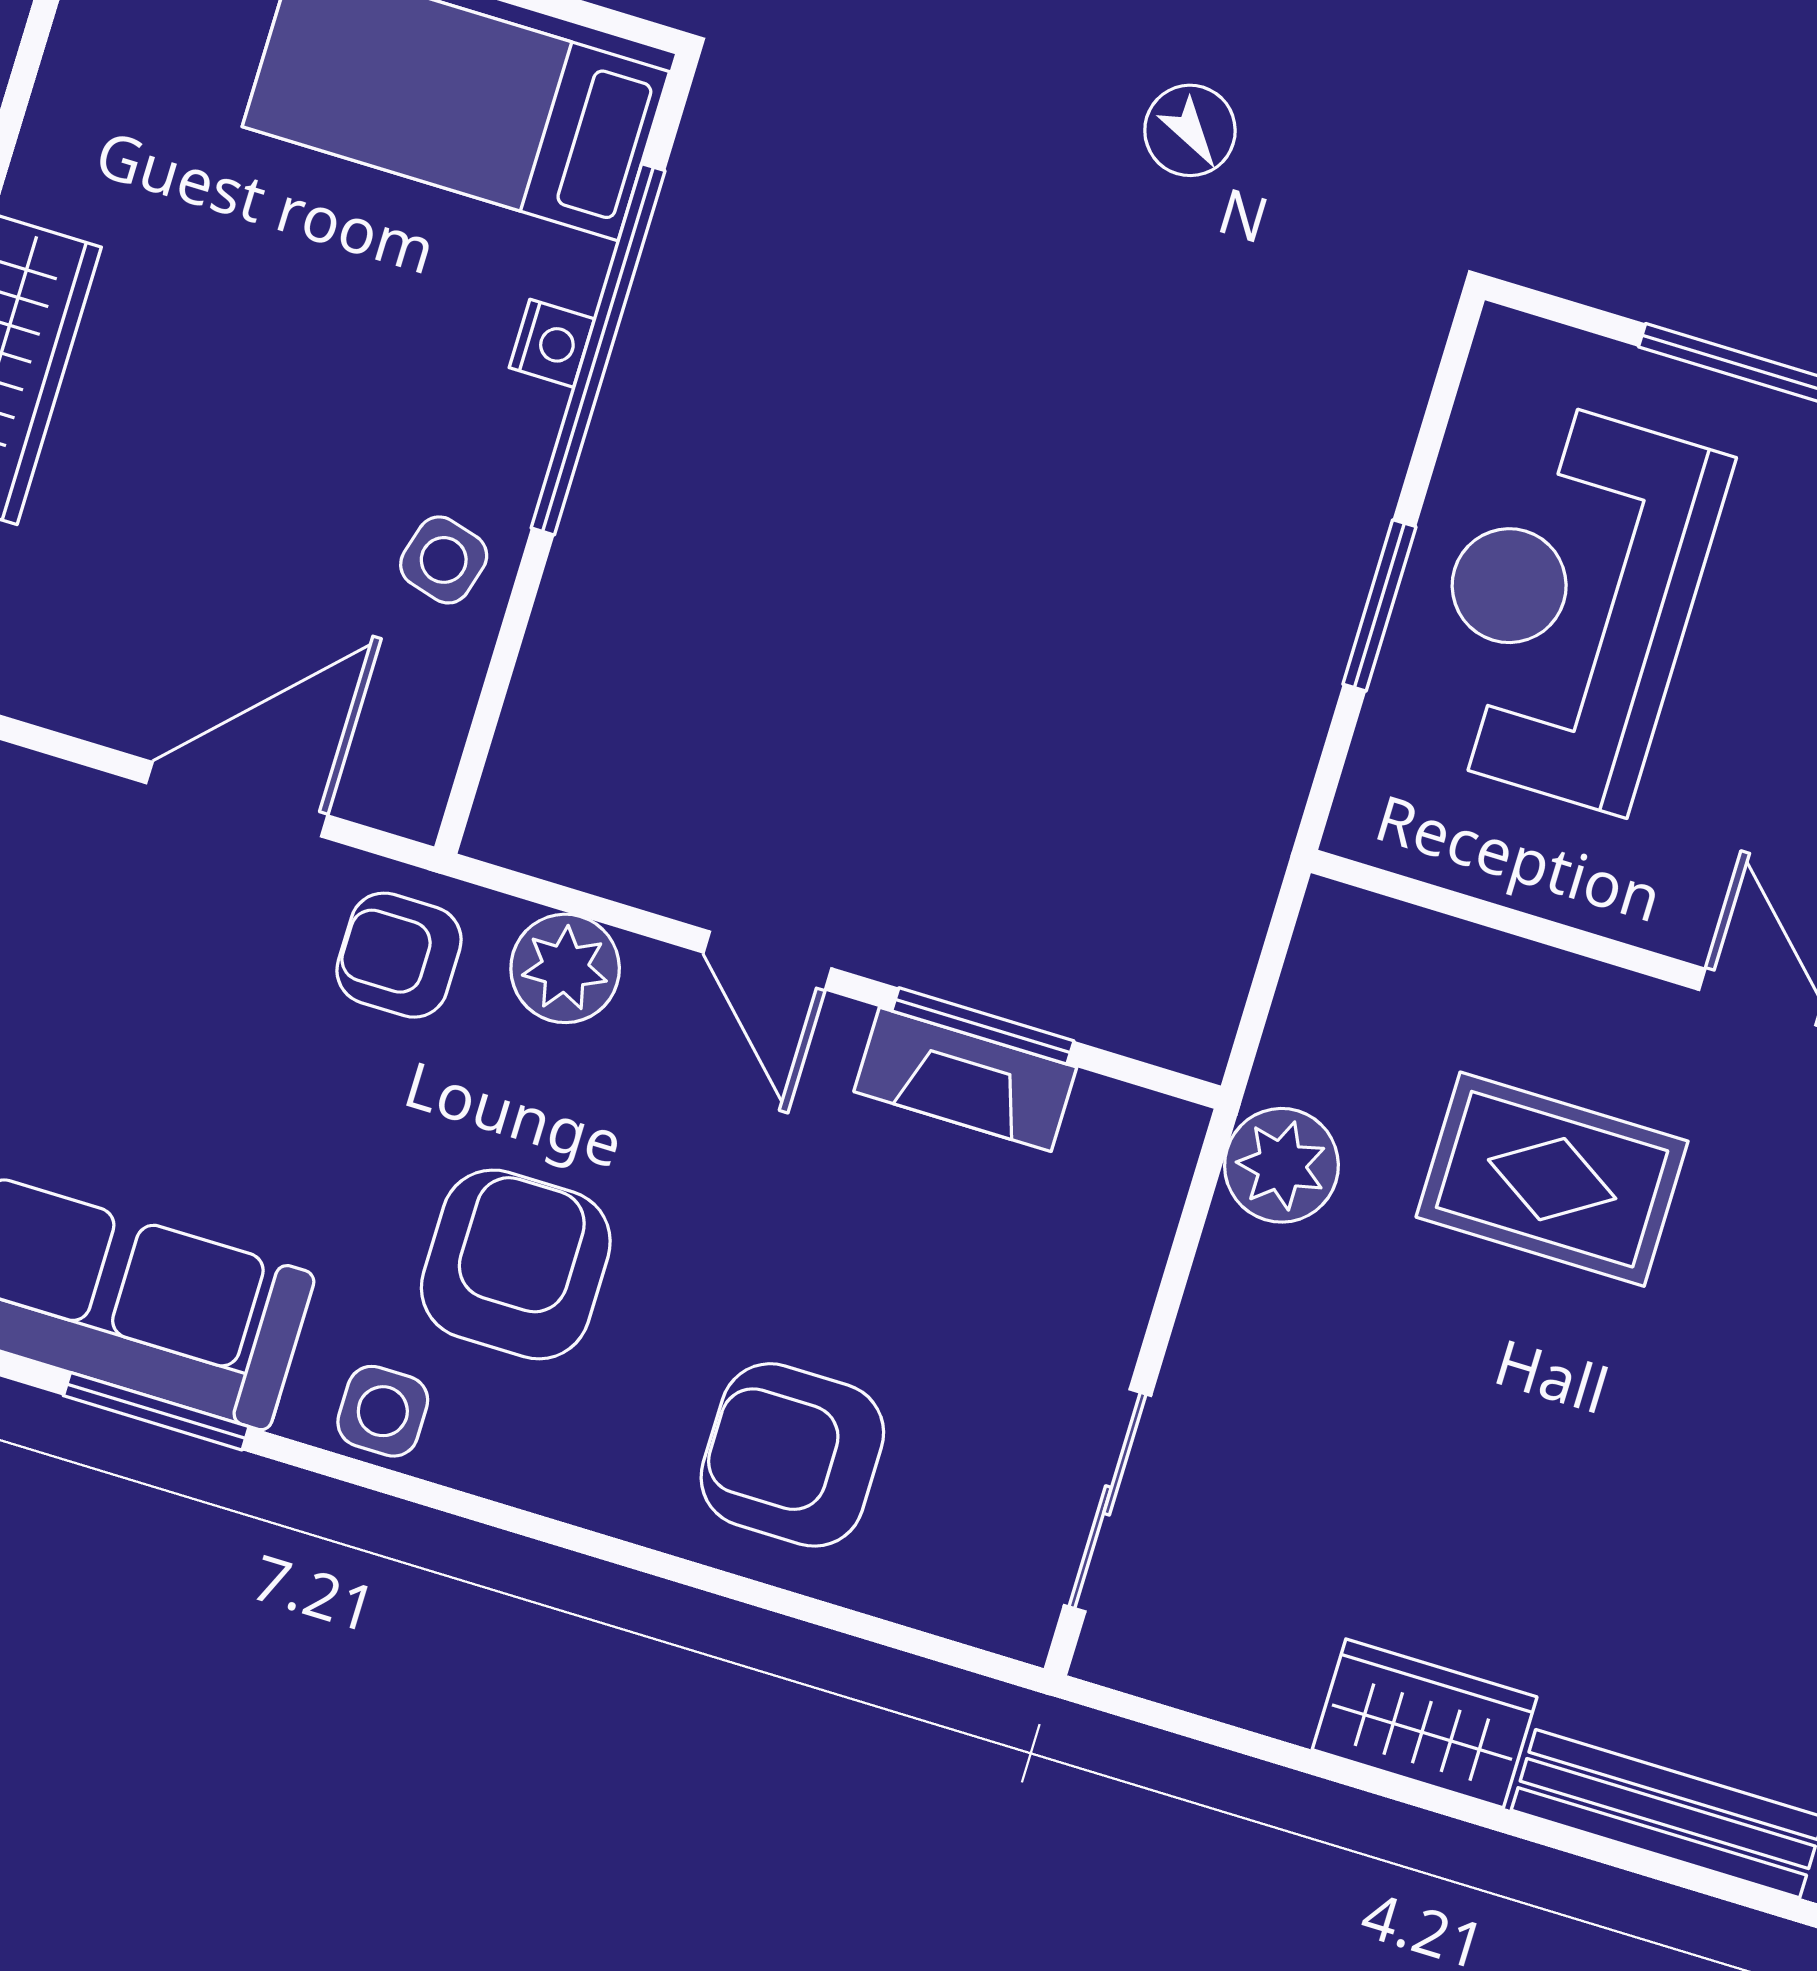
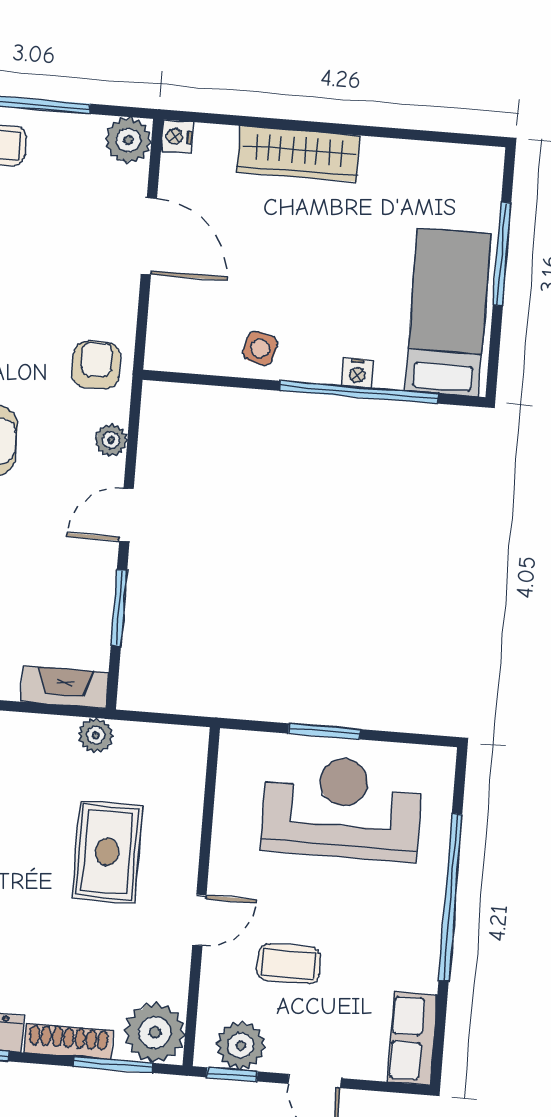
door: (237, 799) -> (149, 236), moved
plant: (565, 968) -> (111, 440), width x0.73, depth x0.73
fireplace: (965, 1079) -> (65, 687), moved, turned 90
plant: (1281, 1165) -> (96, 735), width x0.73, depth x0.73

